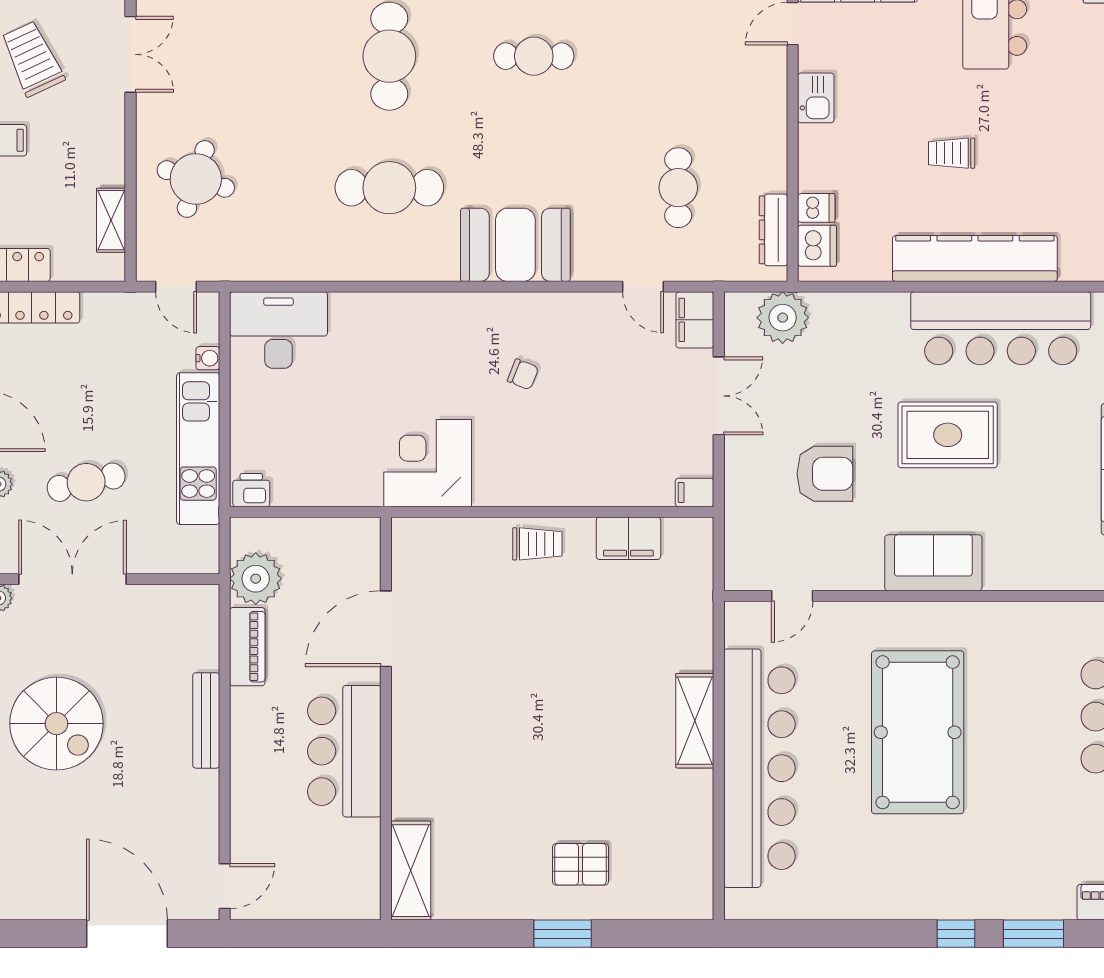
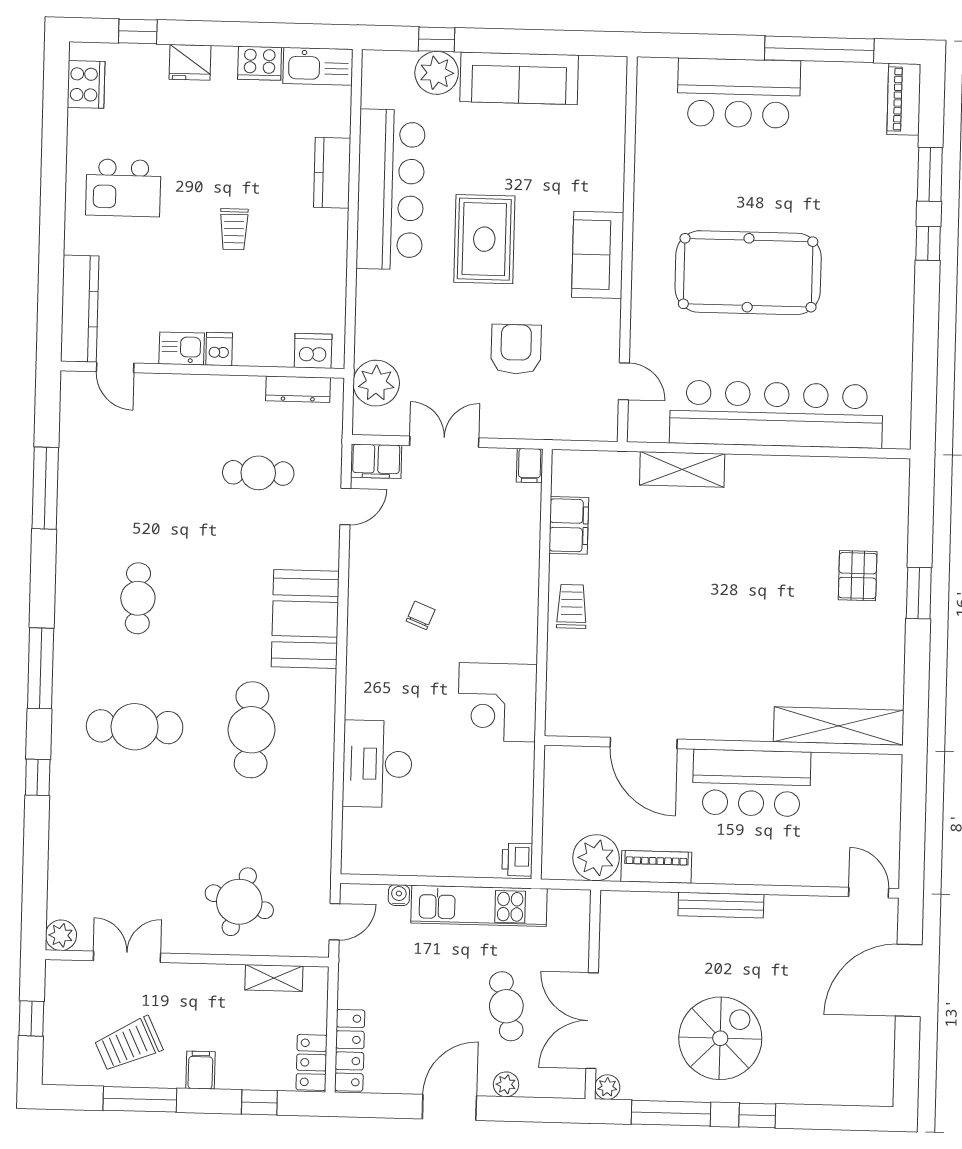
dishwasher: (816, 208) -> (219, 349), moved
kitchen counter: (975, 259) -> (332, 173), width x0.48, depth x0.86
desk: (278, 330) -> (377, 764), moved
shelving: (695, 721) -> (682, 469), moved
shelving: (411, 871) -> (839, 726), width x1.47

